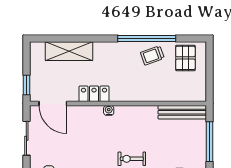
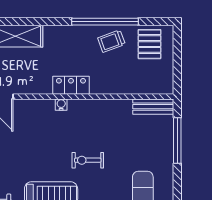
locker: (94, 94) -> (71, 85), moved
bench: (182, 112) -> (153, 107), width x0.73

